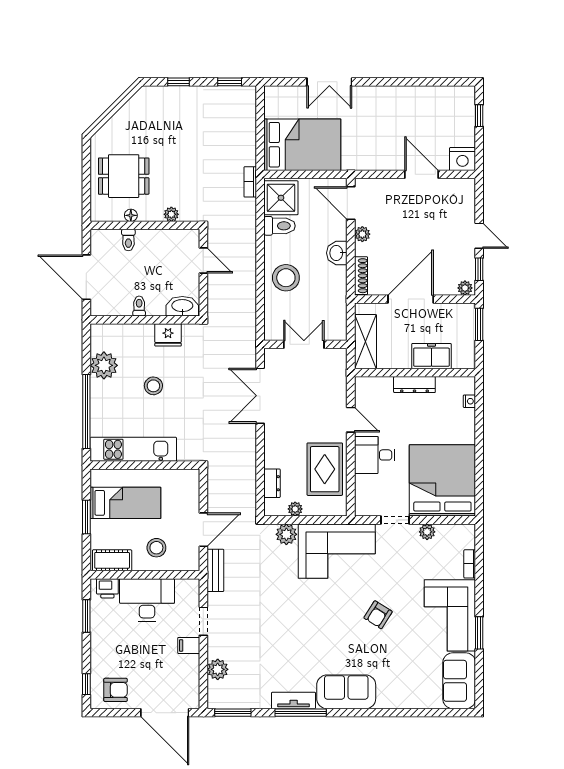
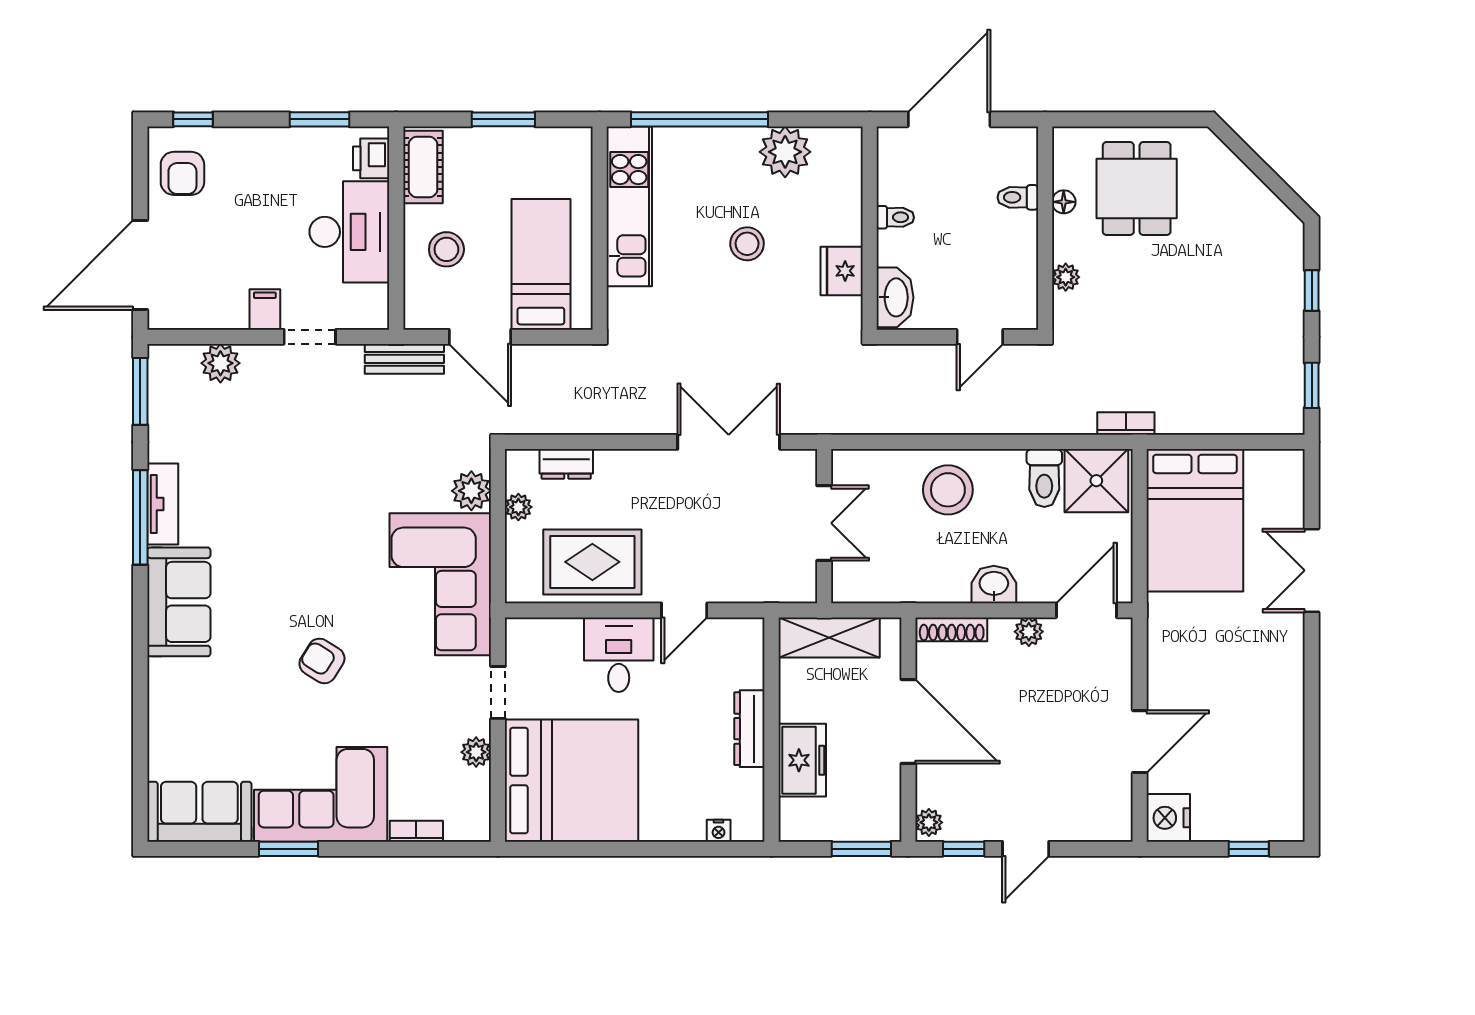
bed: (125, 503) -> (541, 264), moved, turned 180

